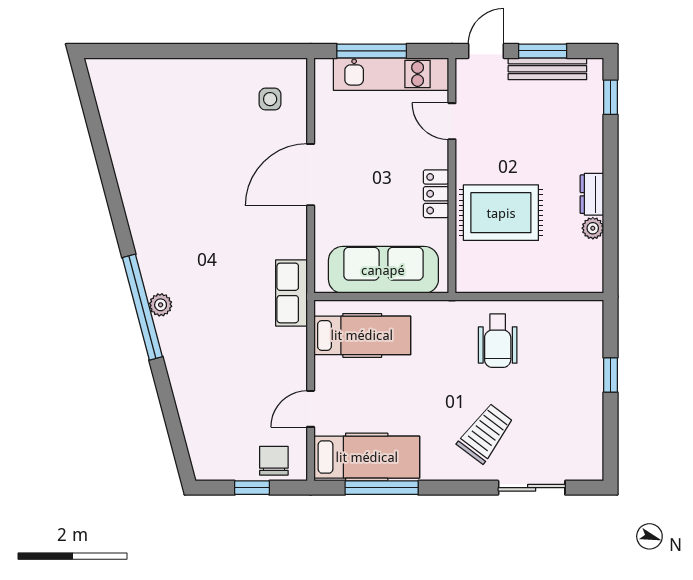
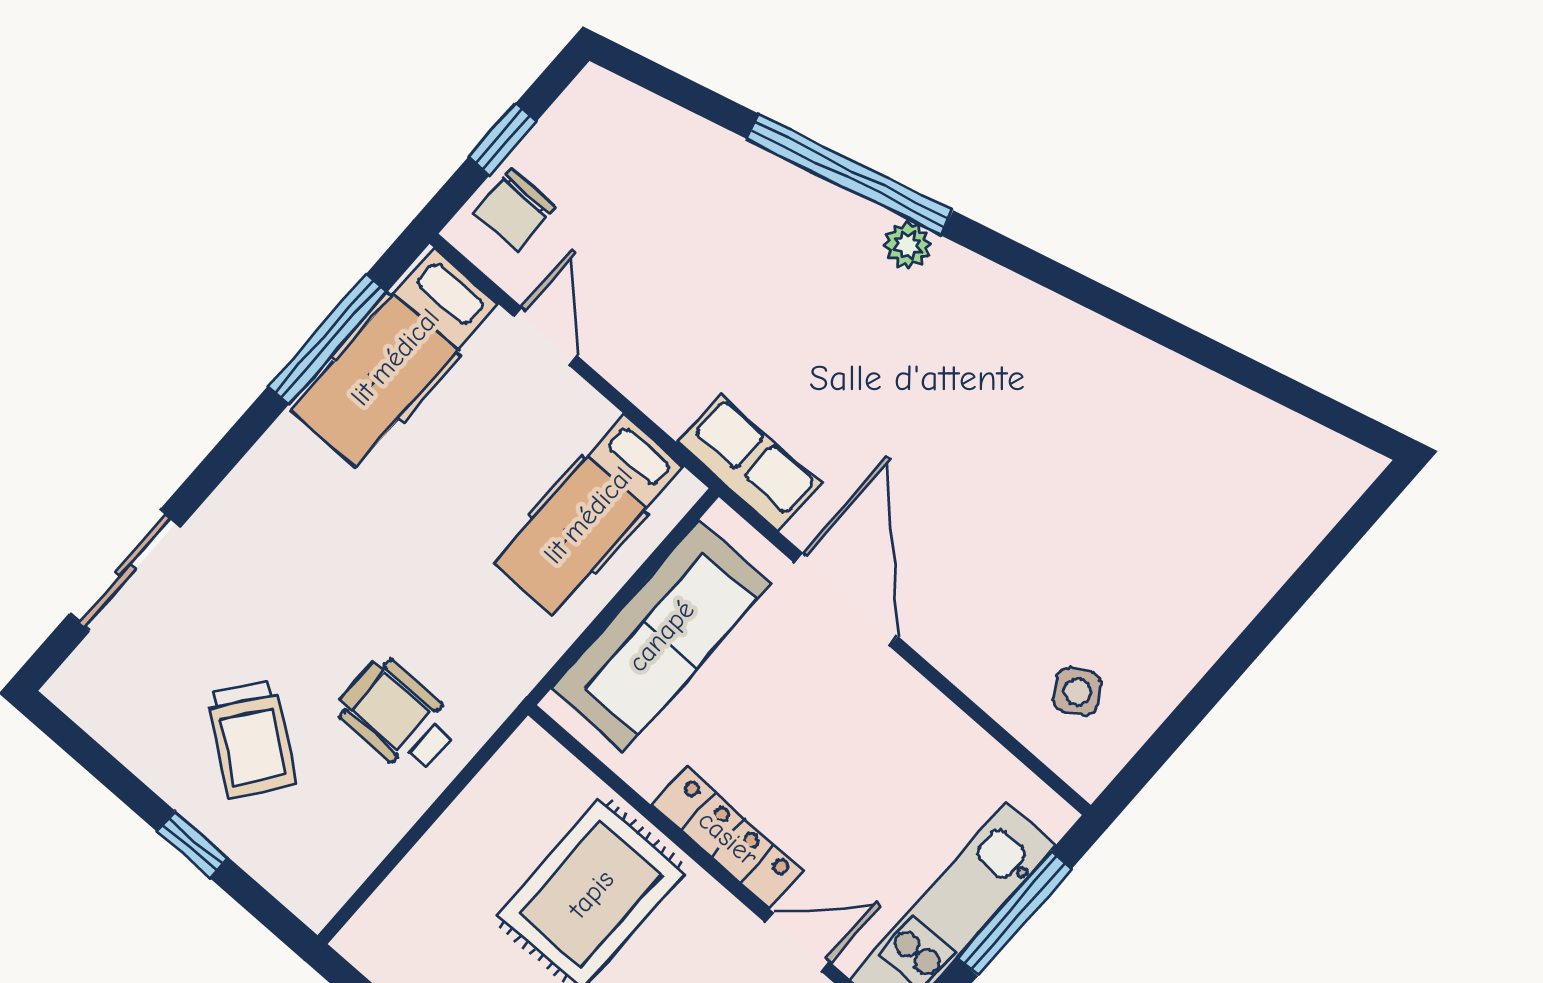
side table: (270, 99) -> (1077, 692), turned -31
door: (311, 175) -> (846, 599), moved
locker: (436, 194) -> (728, 838), width x1.53
window: (142, 307) -> (850, 175), moved
trolley: (485, 433) -> (251, 739), moved
chair: (274, 461) -> (514, 209), turned 90

